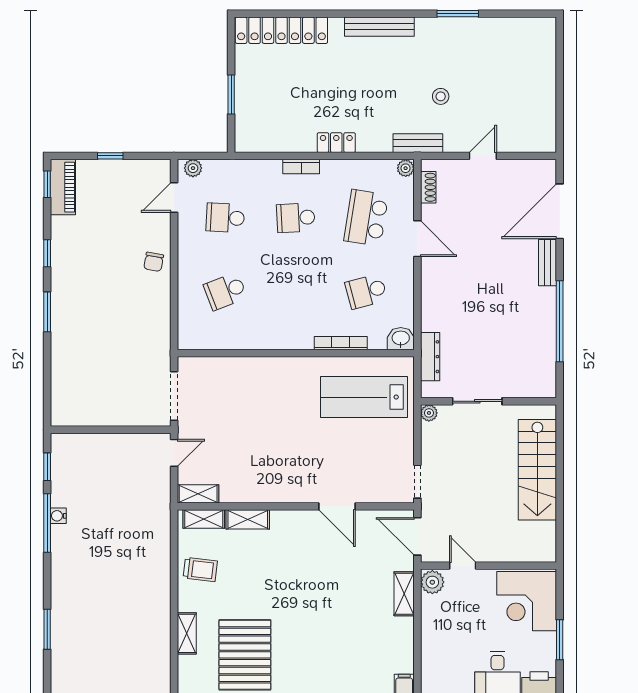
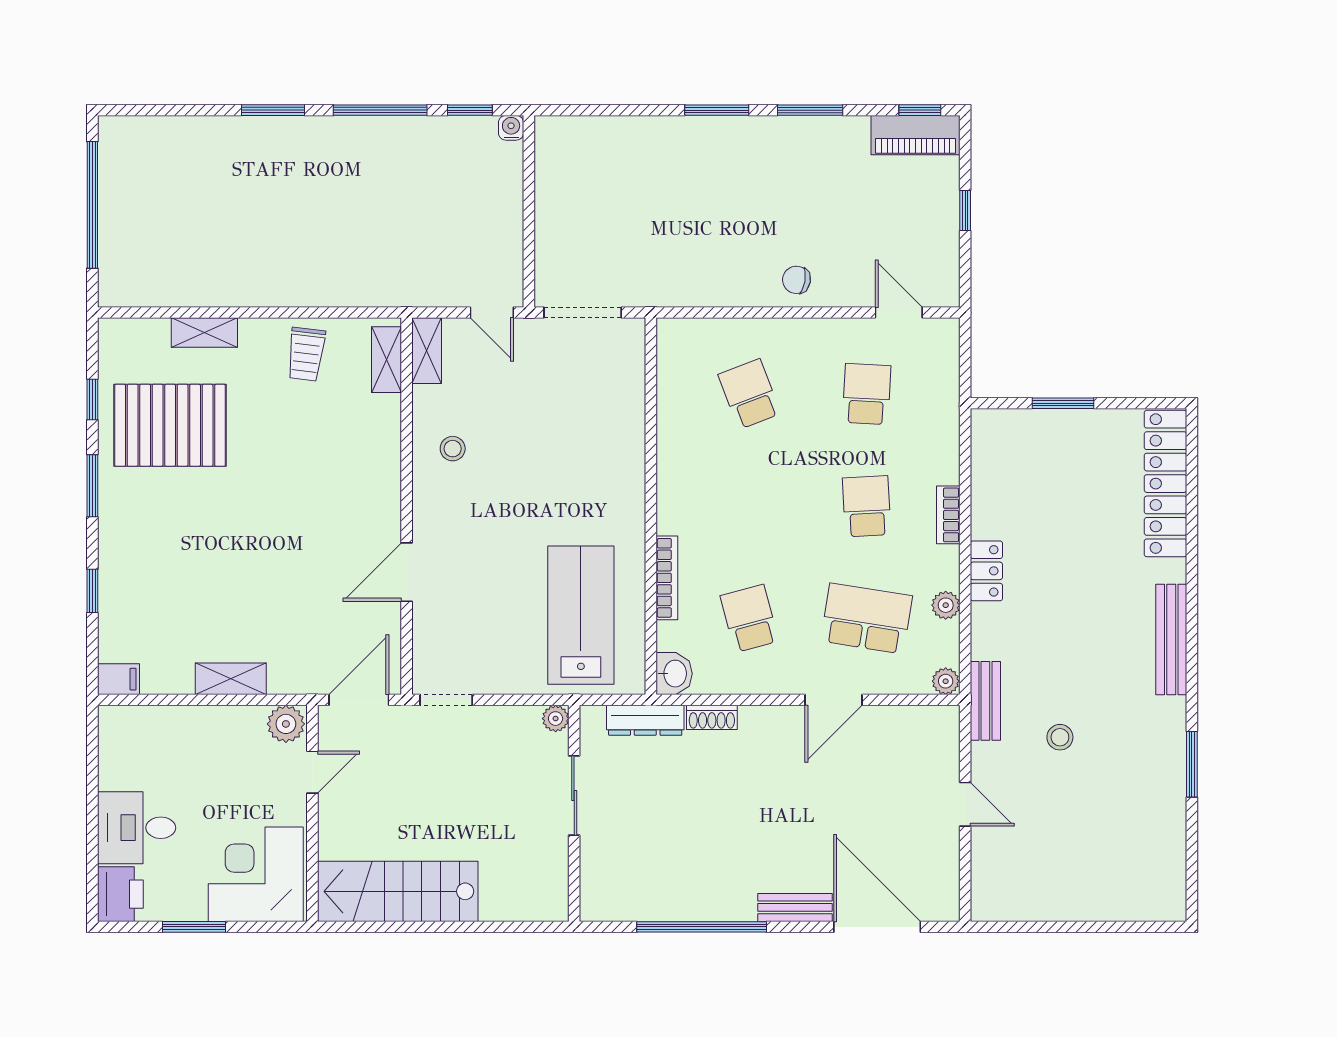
plant: (193, 168) -> (946, 605), moved
shoe rack: (428, 187) -> (712, 717), moved
window: (47, 253) -> (810, 110), width x1.50
stairs: (537, 470) -> (398, 891), moved
stool: (260, 478) -> (453, 449), added
water cooler: (58, 516) -> (511, 128), moved
shelving: (248, 519) -> (386, 430), removed
shelving: (404, 594) -> (231, 679), moved
window: (47, 629) -> (273, 110), moved

